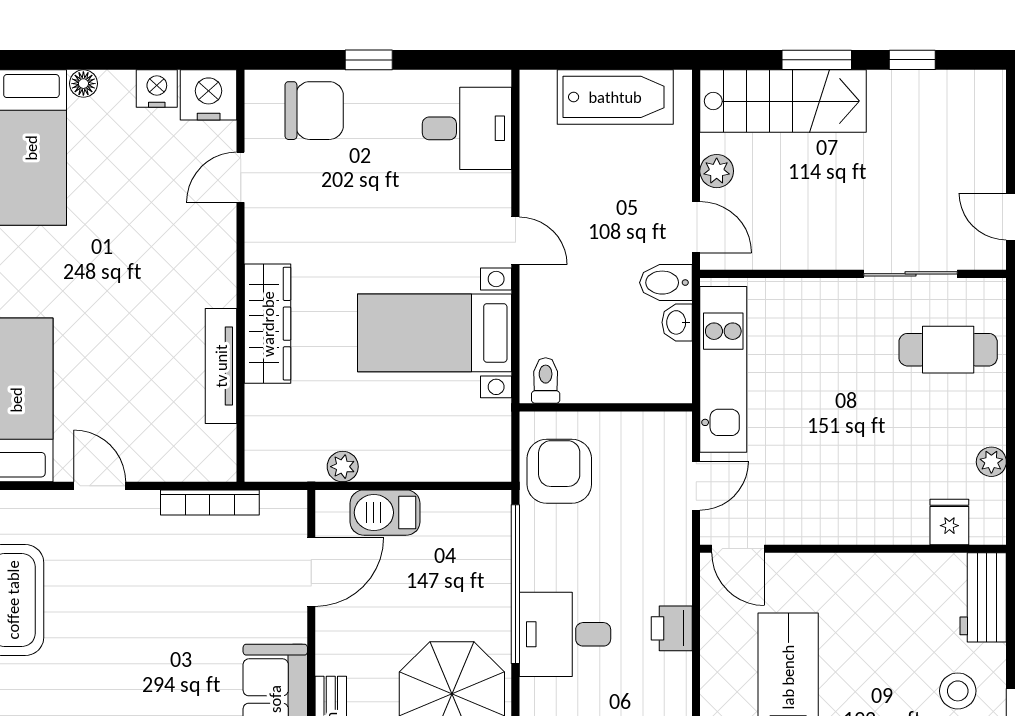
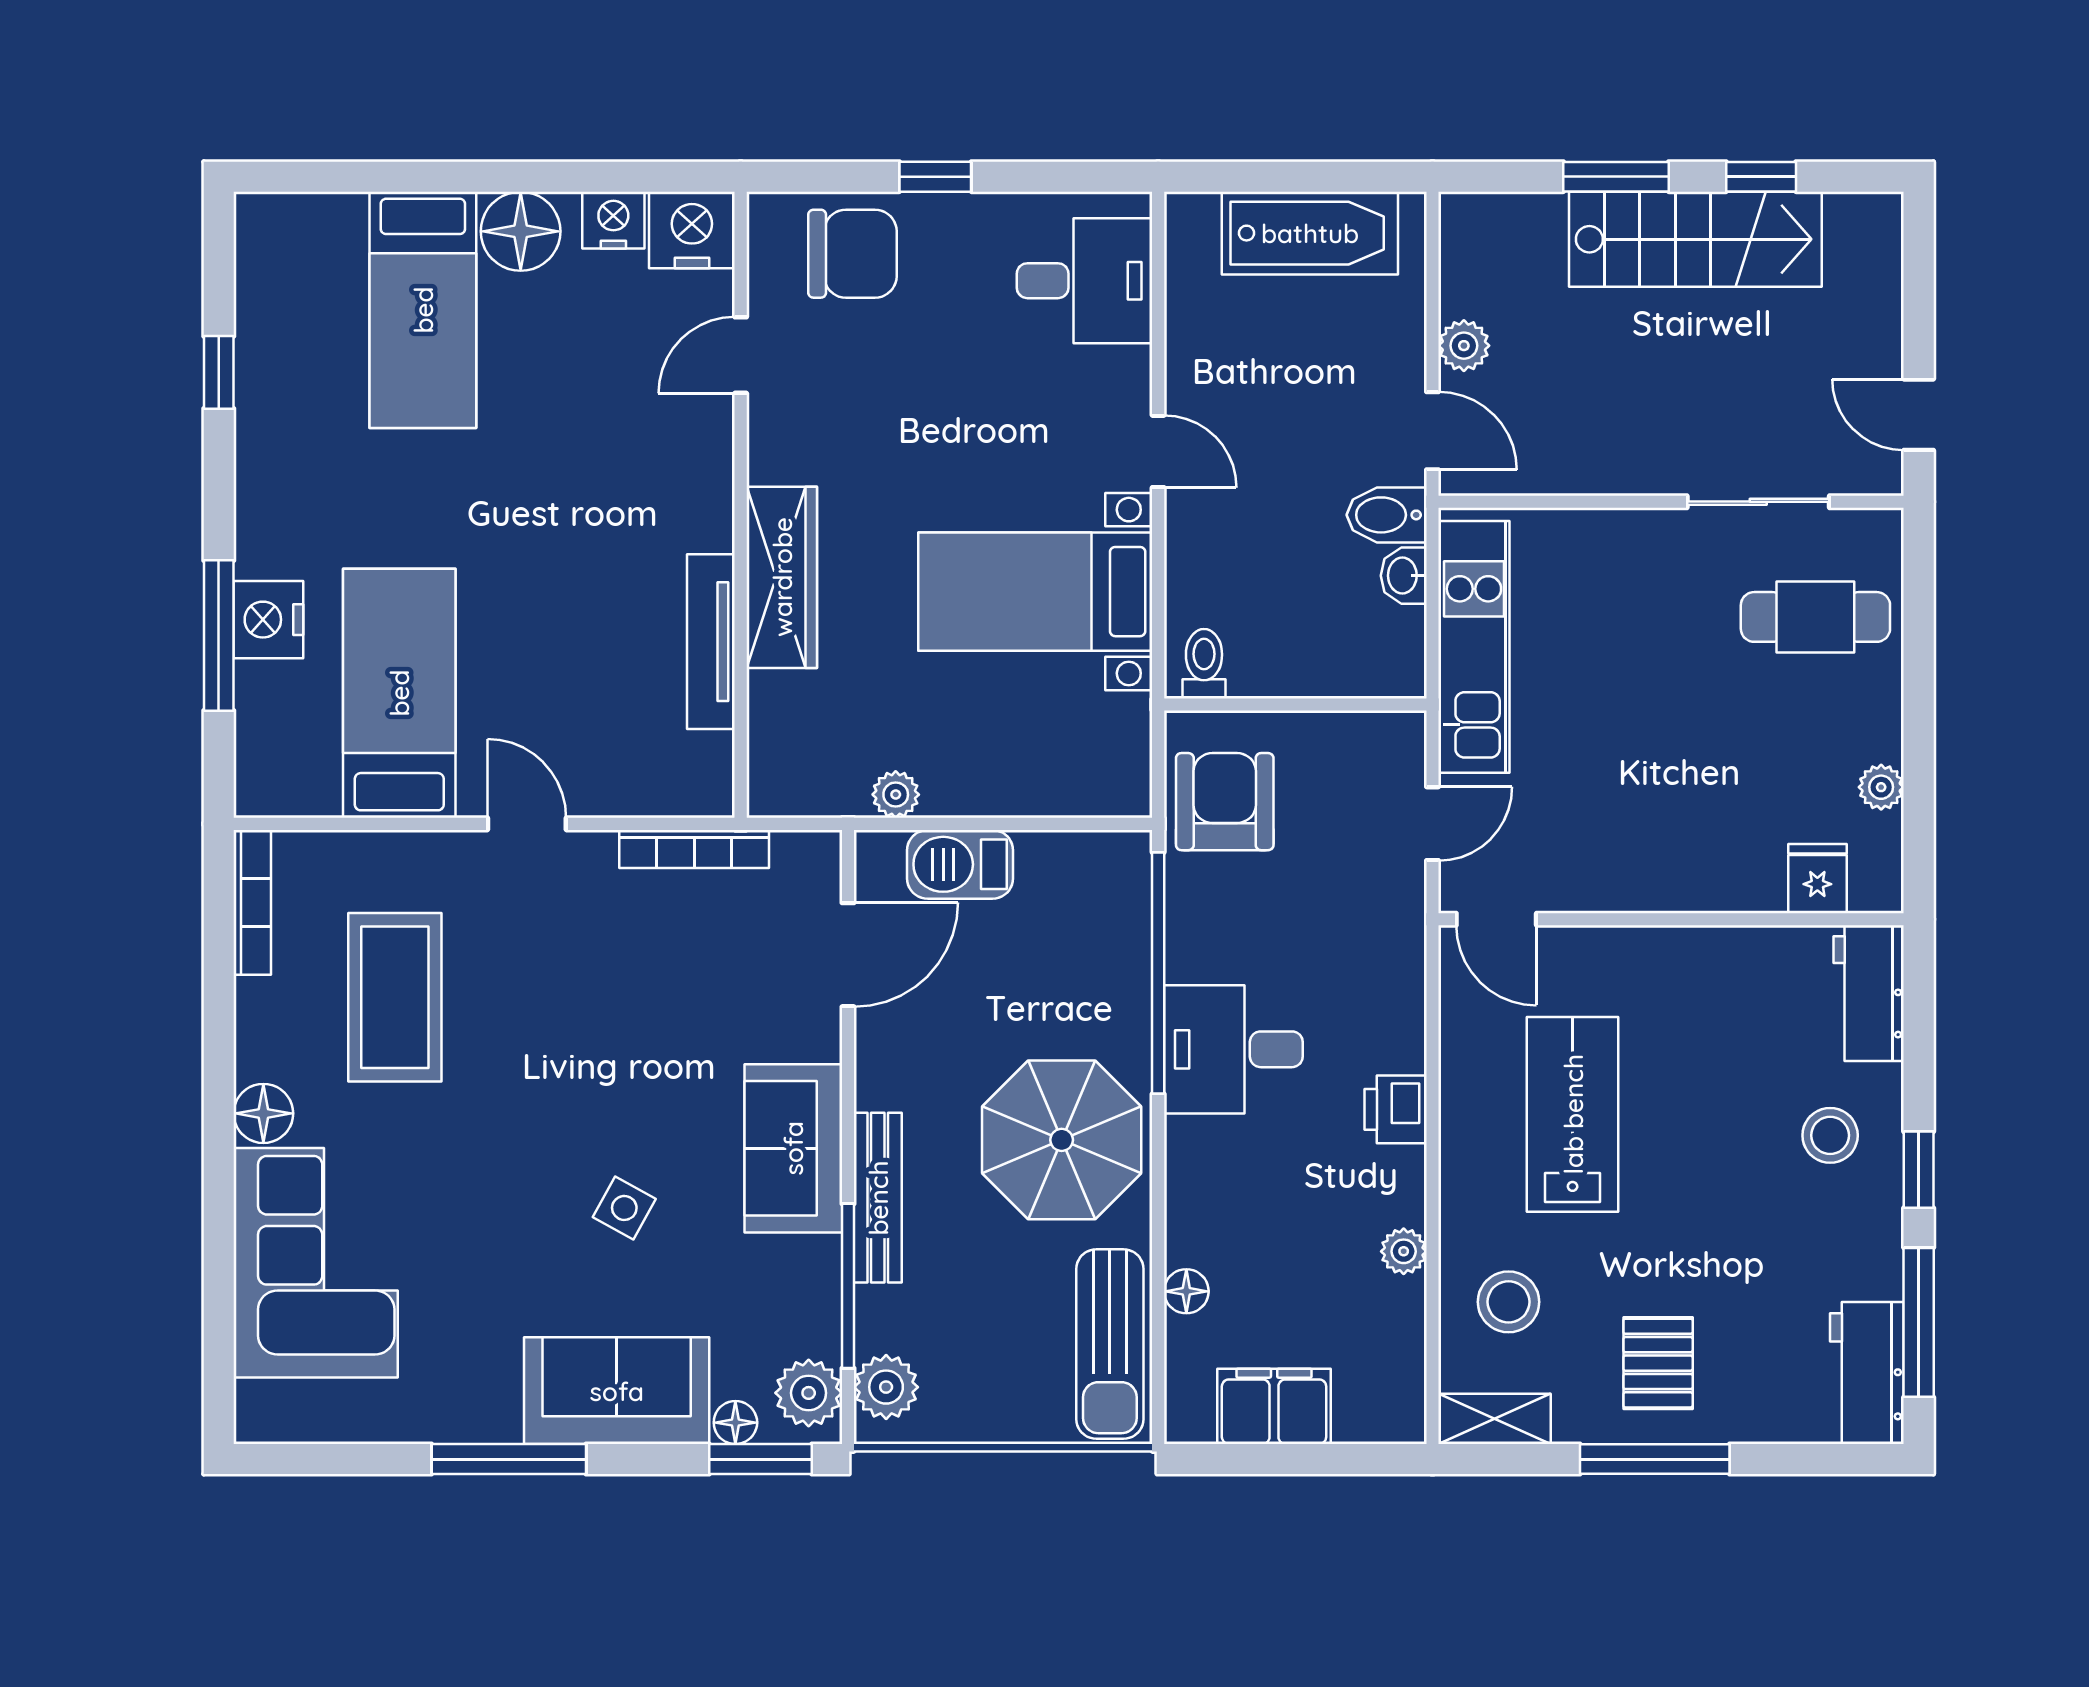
floor lamp: (83, 84) -> (521, 231), width x1.89, depth x1.89
stairs: (783, 101) -> (1695, 239), moved
printer: (672, 628) -> (1396, 1109), moved

